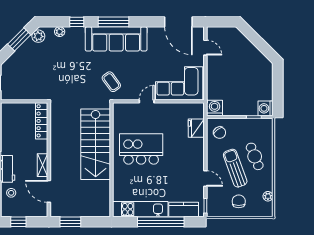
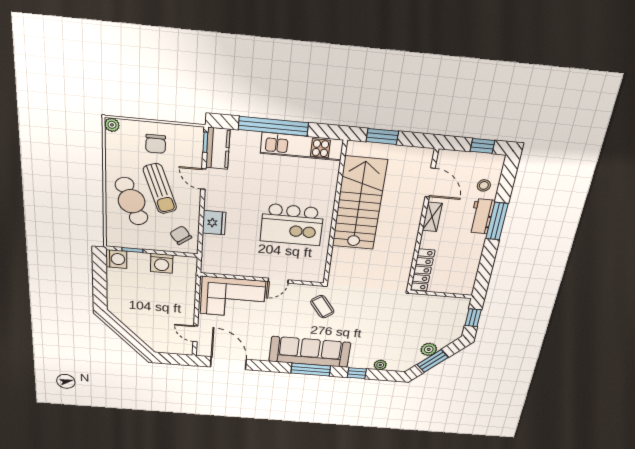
plant: (38, 36) -> (429, 349), moved
washing machine: (215, 108) -> (162, 263), moved
fridge: (196, 128) -> (214, 223), moved
stairs: (96, 144) -> (359, 204), moved
cafe table: (255, 156) -> (132, 201), width x1.37, depth x1.35
plant: (268, 196) -> (112, 125), moved
kitchen counter: (184, 210) -> (218, 148), moved, turned -90
window: (70, 222) -> (382, 136), moved

